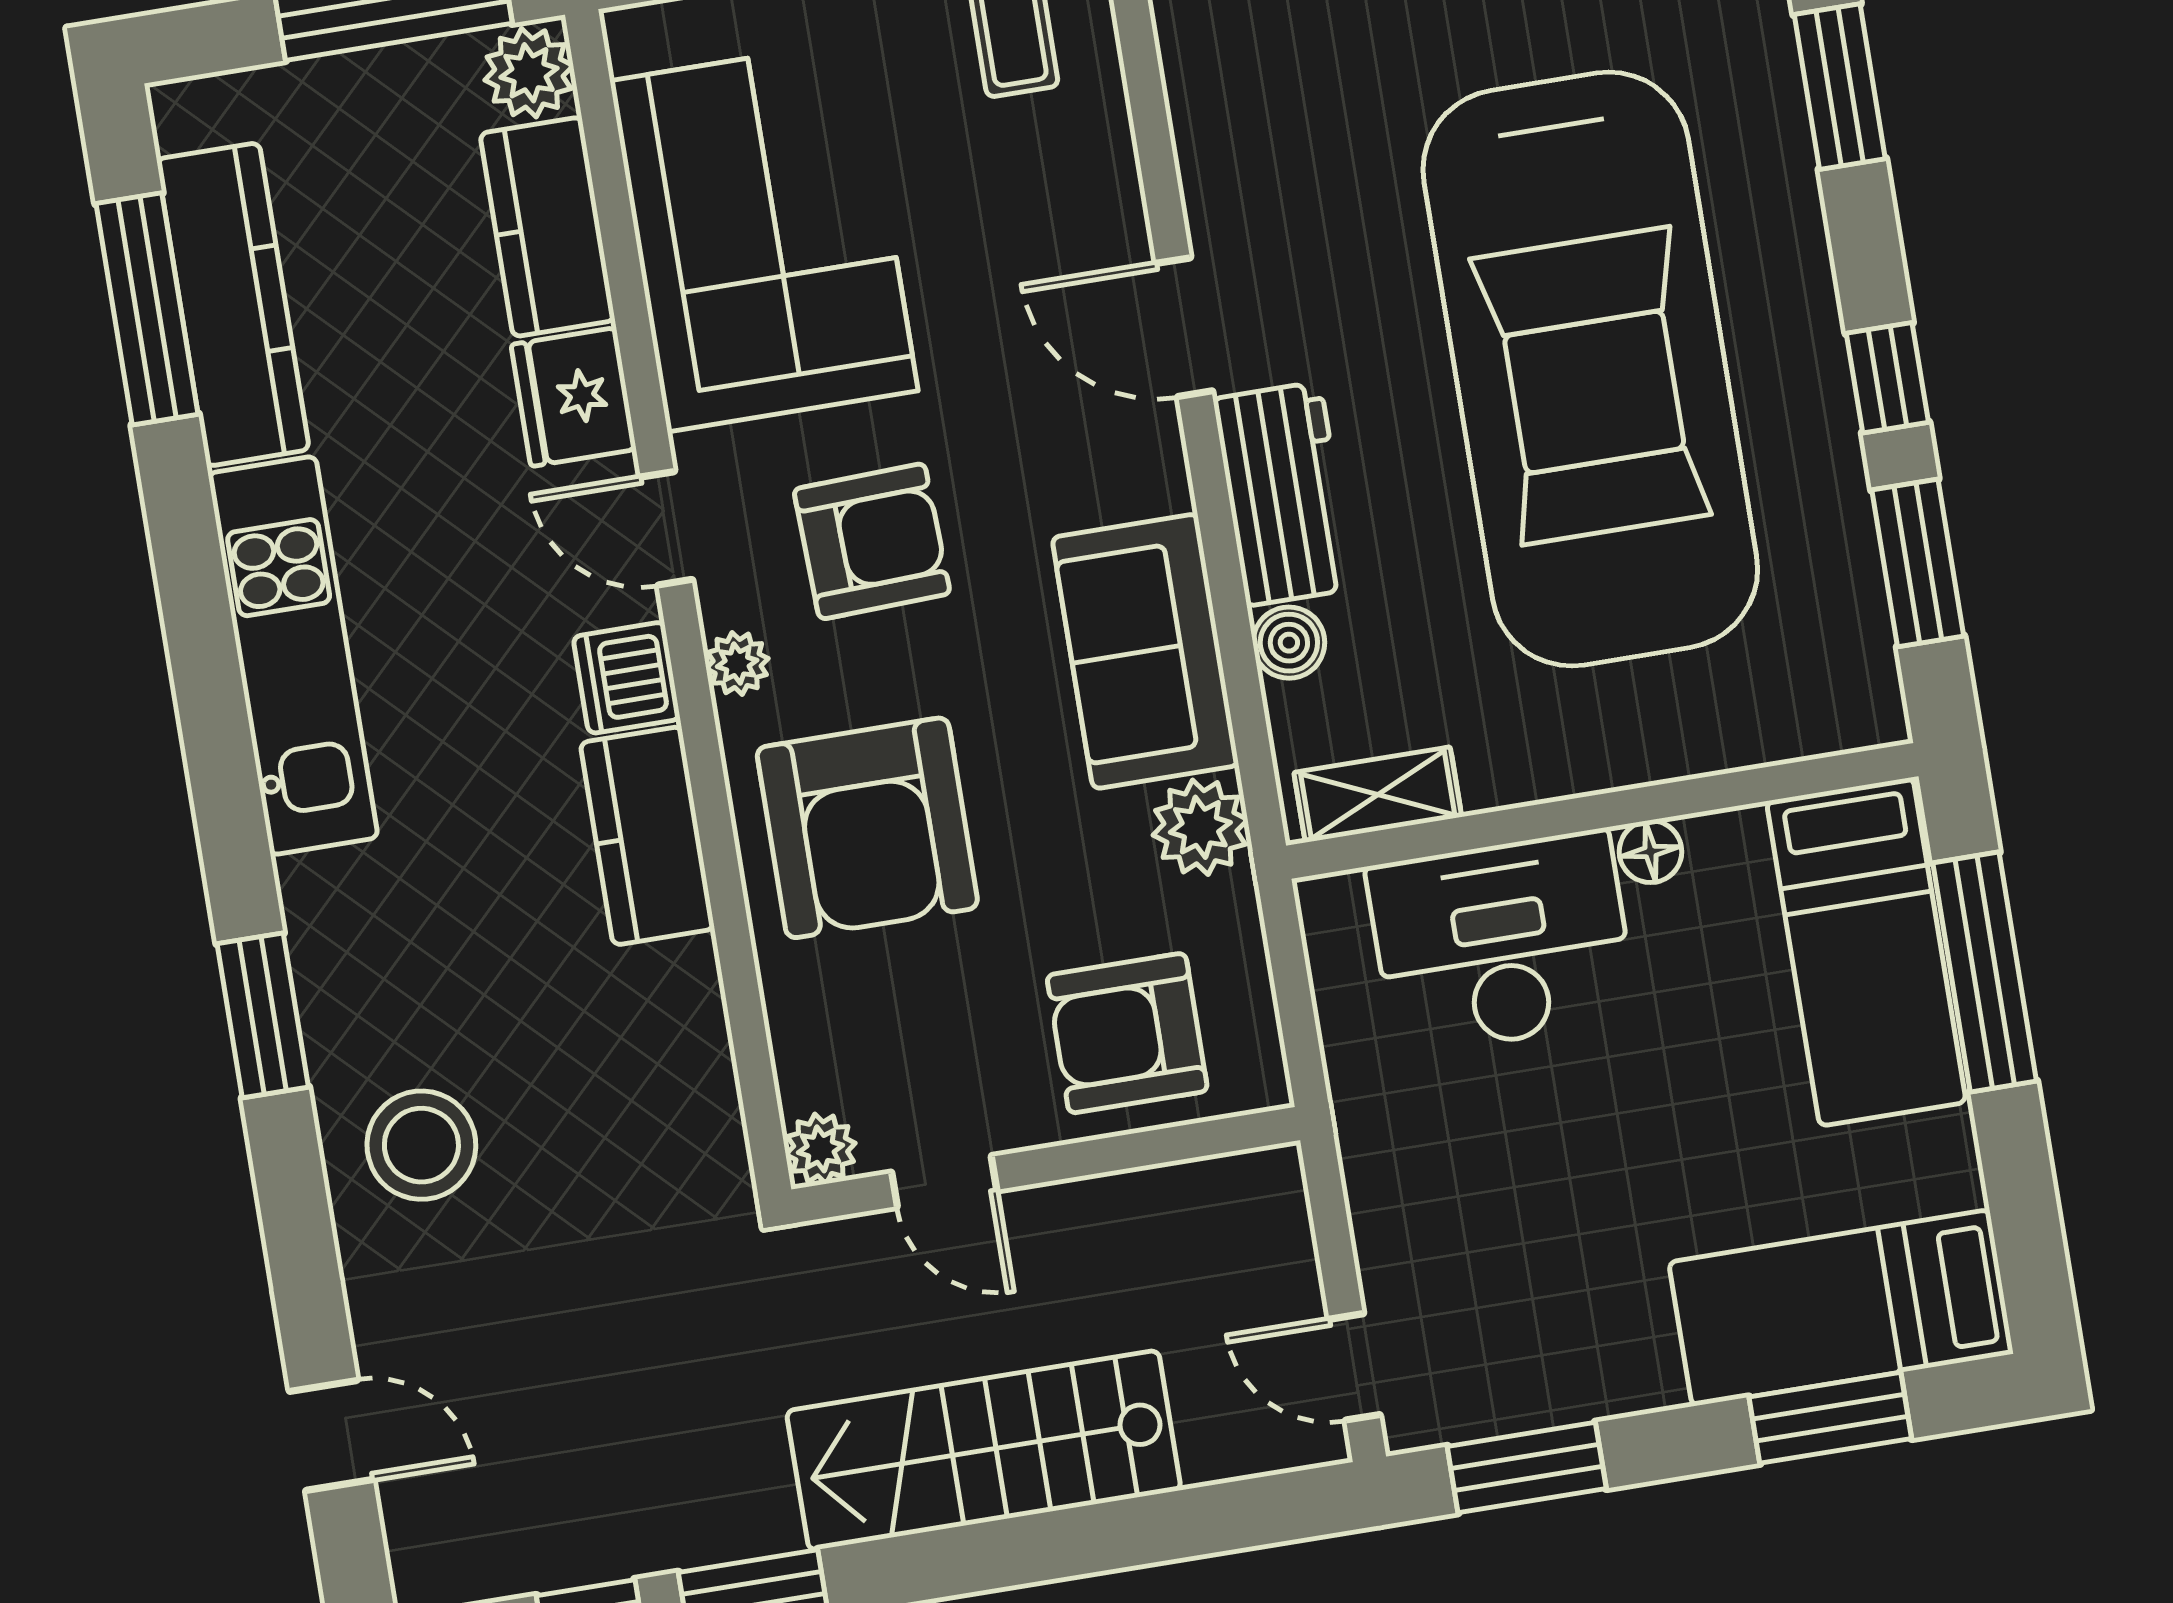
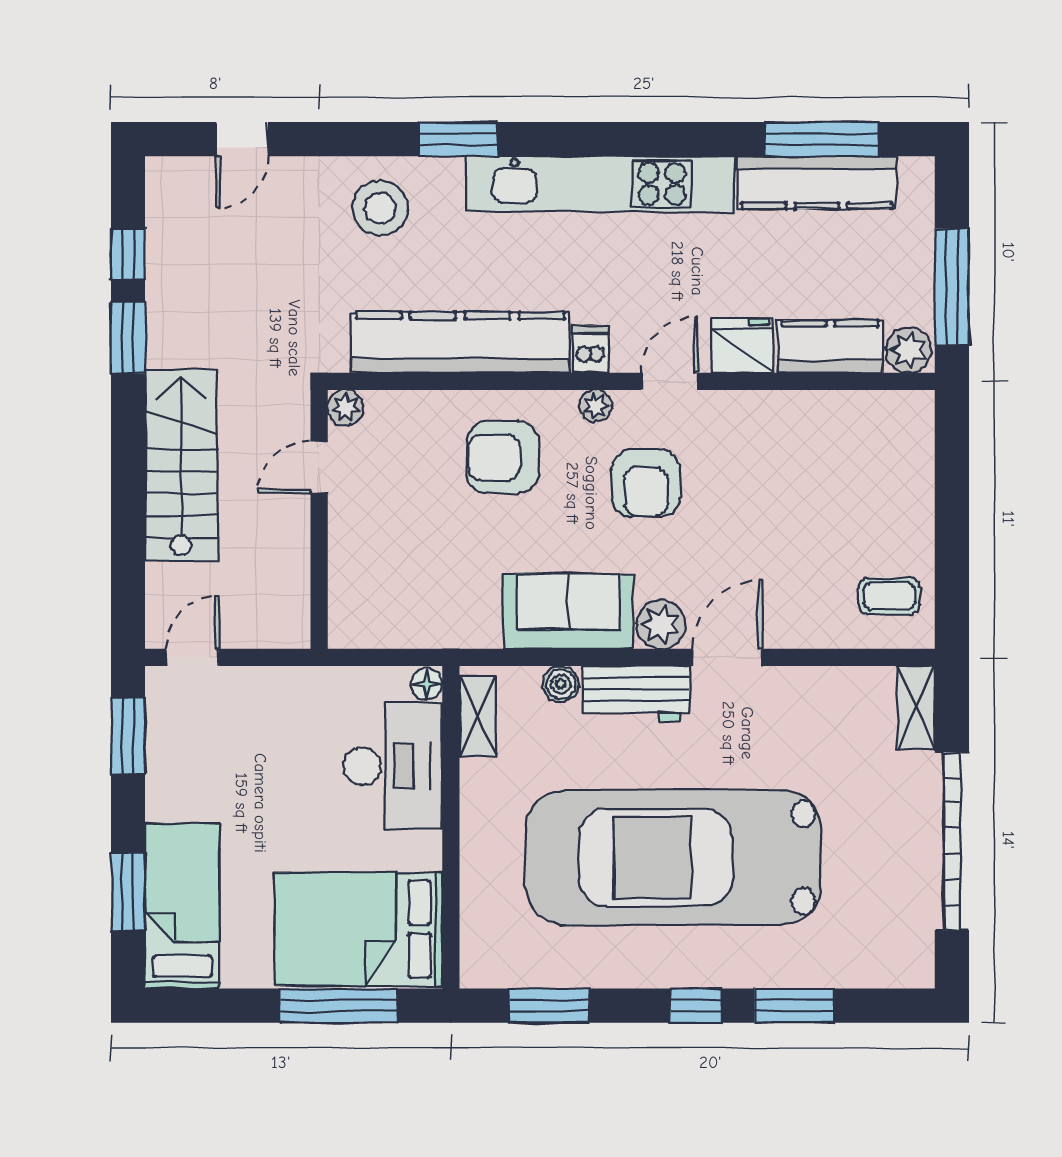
corner sofa: (764, 236) -> (808, 454), removed
window: (1887, 378) -> (696, 1006), moved
kitchen unit: (293, 656) -> (600, 184), width x1.36
dishwasher: (627, 678) -> (591, 349), width x0.73
plant: (1200, 827) -> (661, 624), moved
armchair: (867, 828) -> (503, 458), width x0.73, depth x0.73
kitchen counter: (647, 836) -> (460, 342), width x2.08, depth x1.17
floor lamp: (1650, 852) -> (426, 684), moved
bed: (1866, 952) -> (359, 929), width x1.50
armchair: (1127, 1033) -> (378, 571), removed

